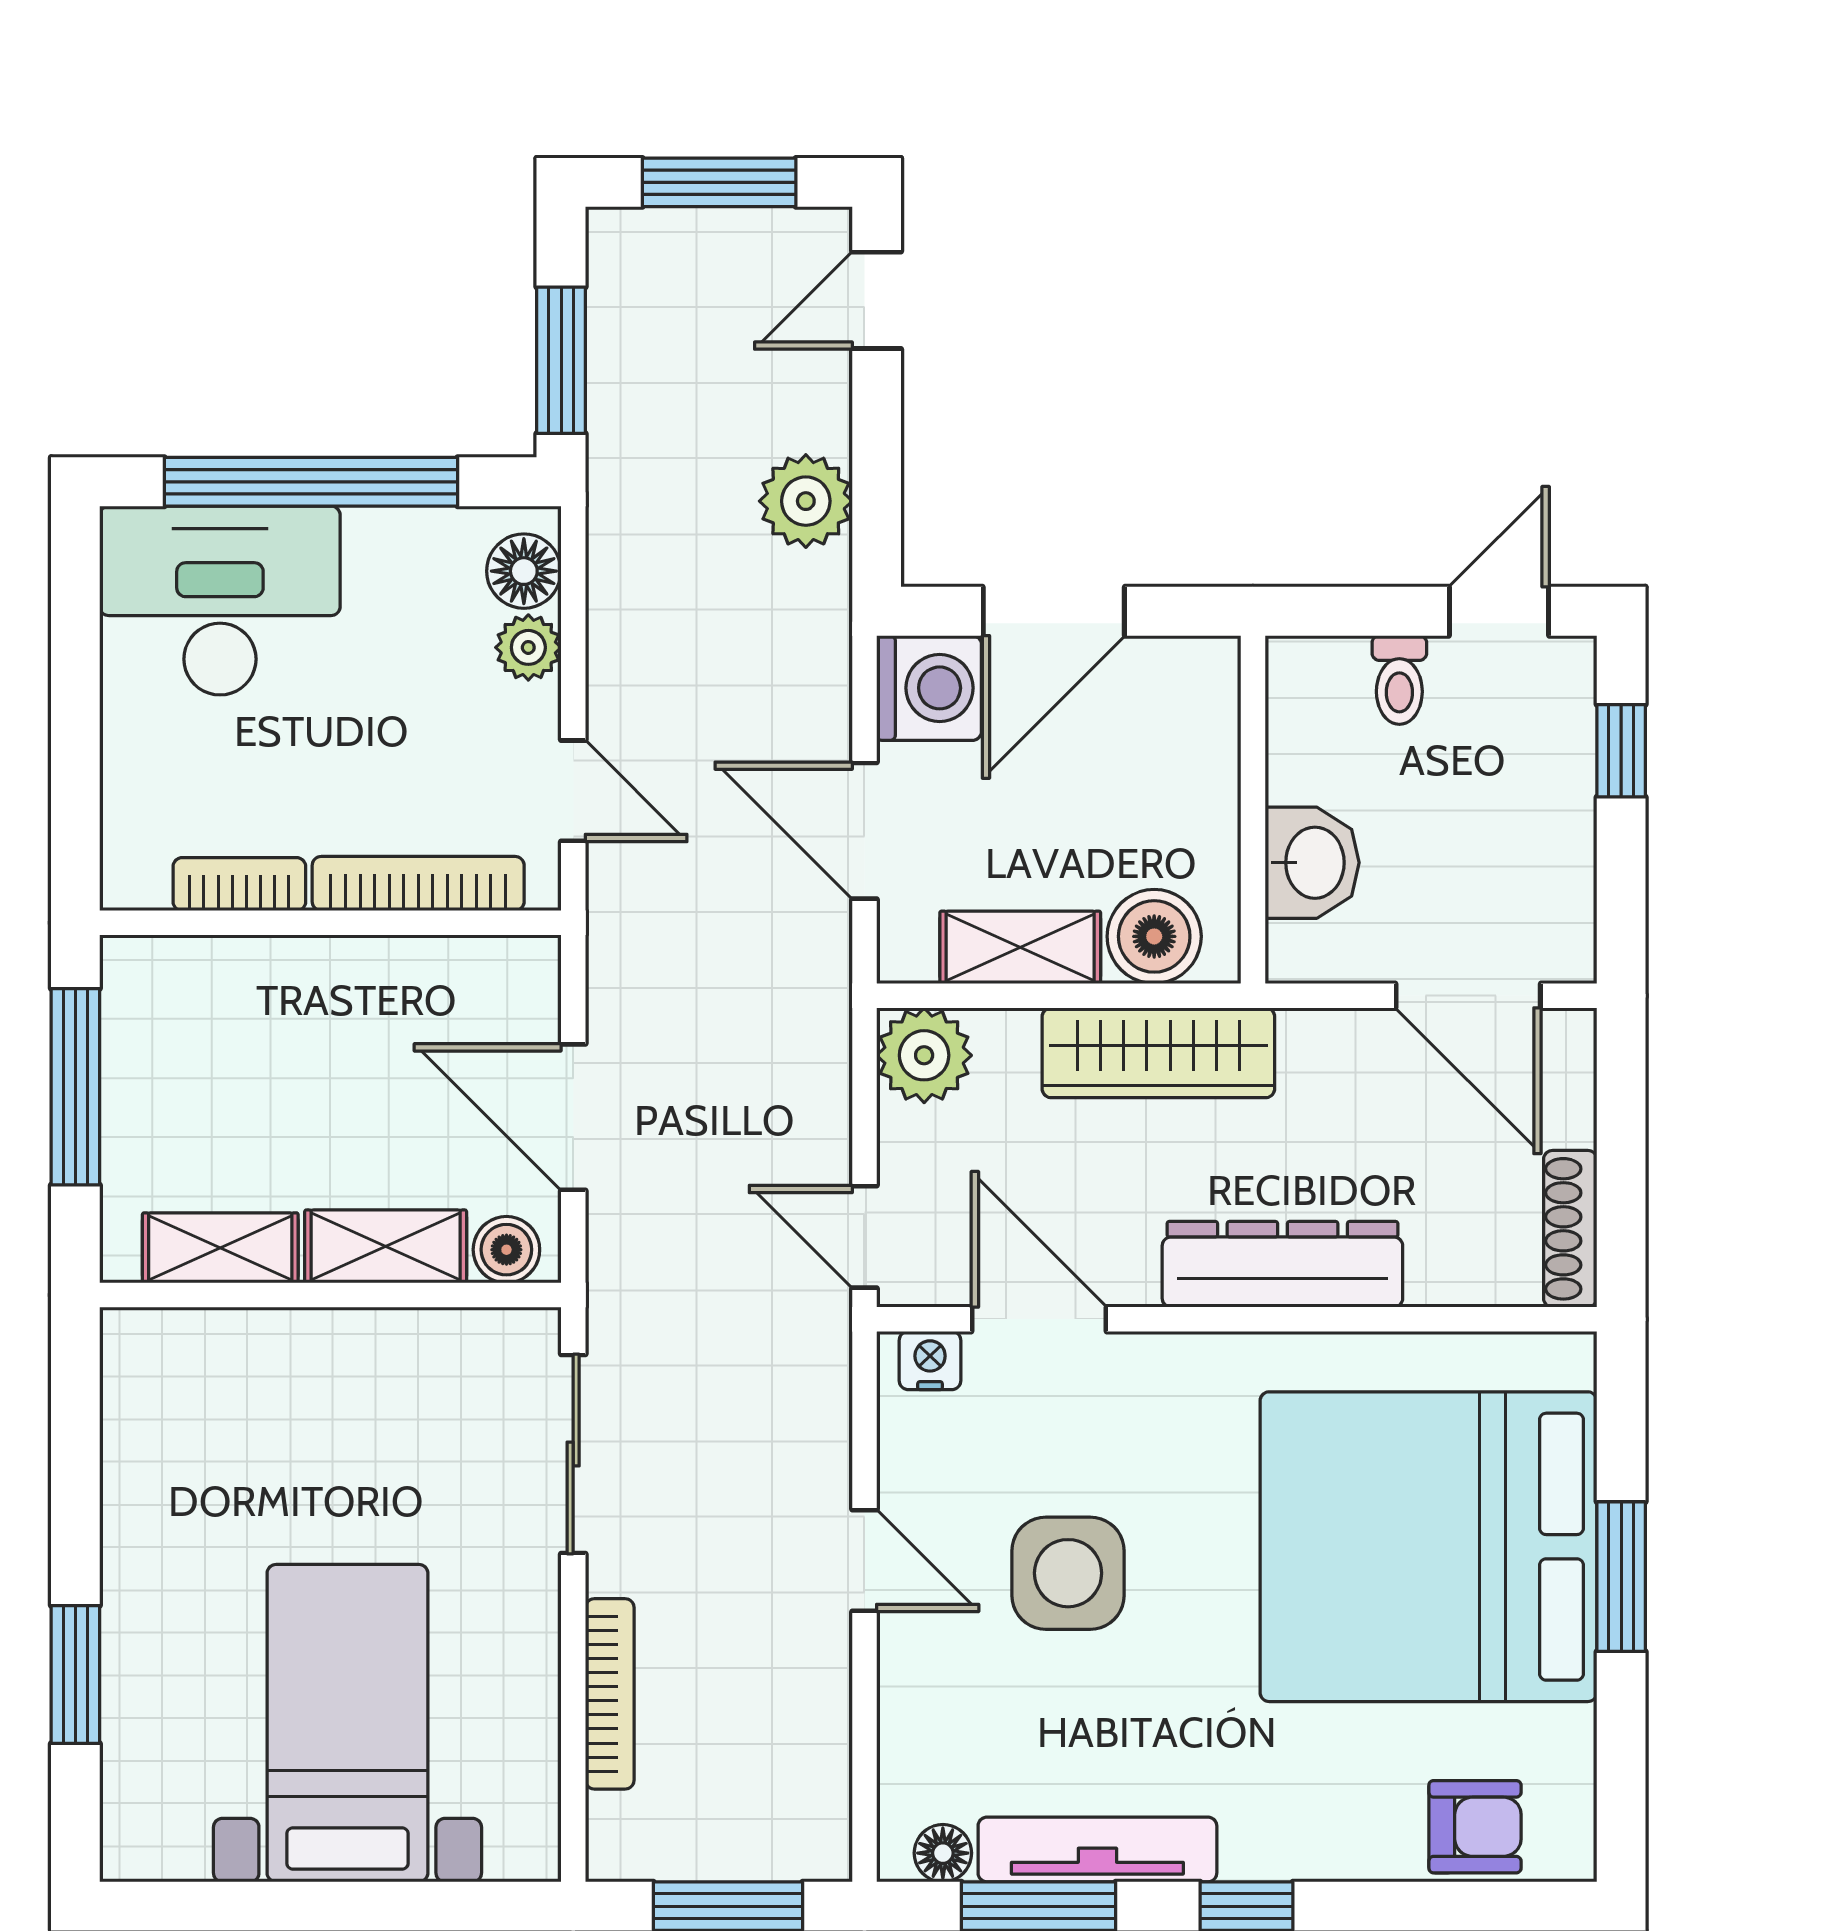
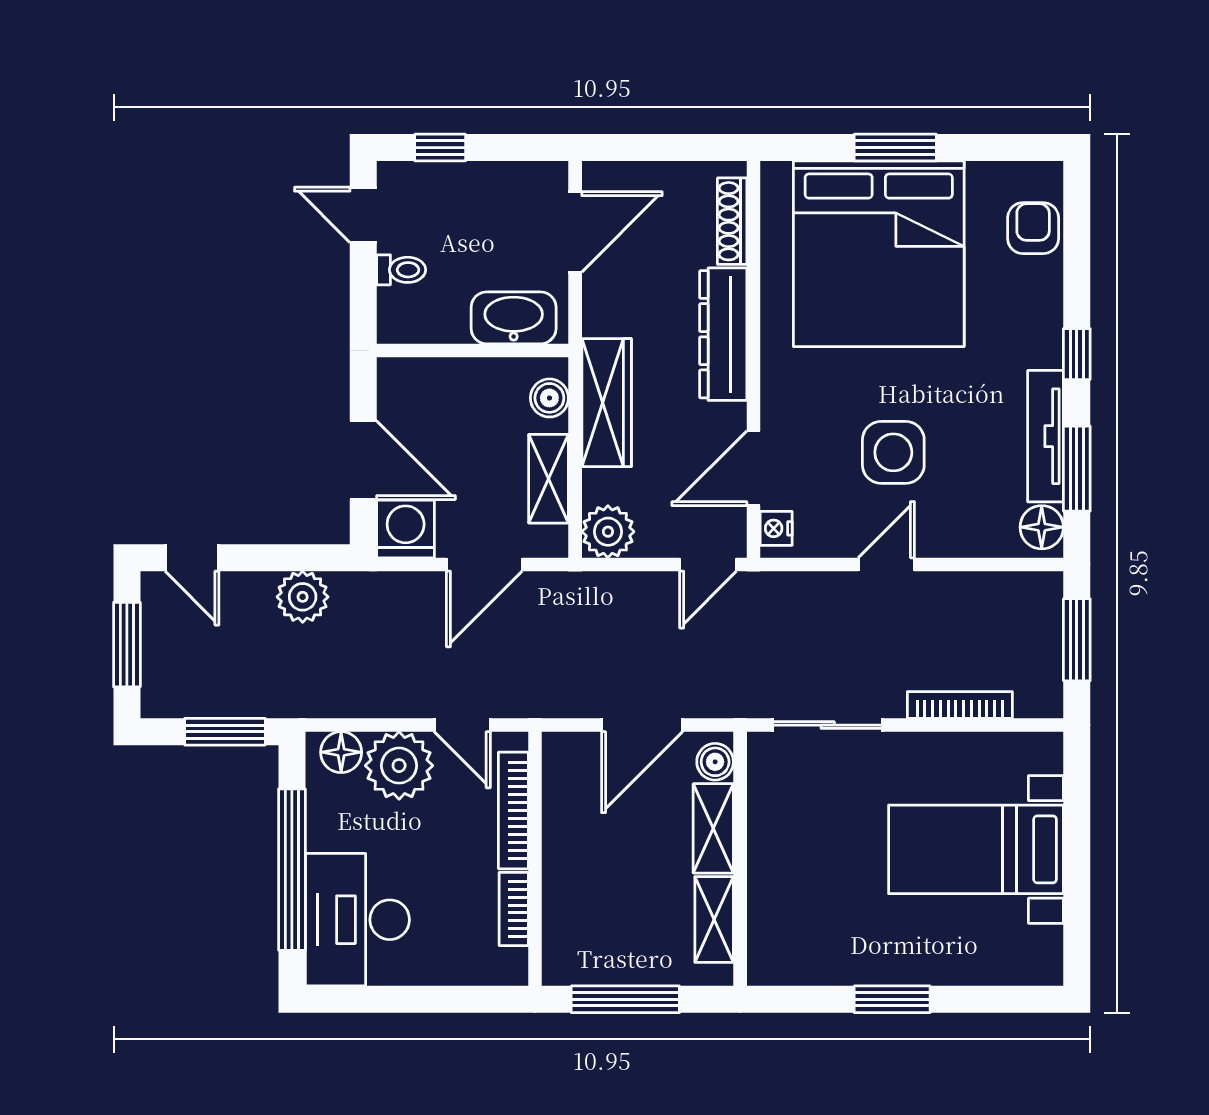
plant: (528, 647) -> (399, 766), width x1.87, depth x1.87
door: (573, 791) -> (462, 725), swing flipped
washbasin: (1312, 863) -> (514, 318), width x1.38
boiler: (1154, 936) -> (549, 398), width x0.73, depth x0.73
shoe rack: (1570, 1229) -> (732, 221), moved, turned 90
window: (75, 1675) -> (892, 999), moved
floor lamp: (943, 1853) -> (1042, 527), width x1.37, depth x1.37

